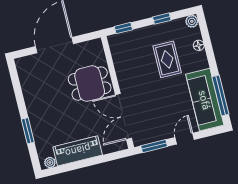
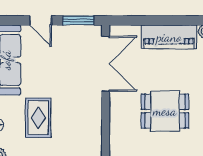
dining table: (90, 84) -> (165, 111), moved
door: (185, 139) -> (41, 20), hinge flipped

